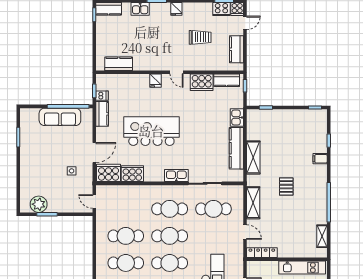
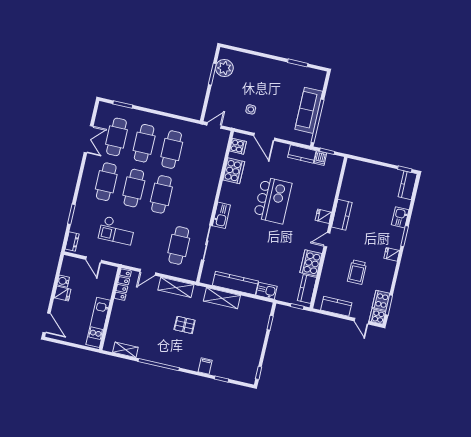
kitchen counter: (119, 64) -> (342, 215), moved
kitchen island: (151, 131) -> (273, 200), width x0.73
cooker: (109, 173) -> (238, 146), width x0.53, depth x0.76
cafe table: (170, 209) -> (189, 201), removed

